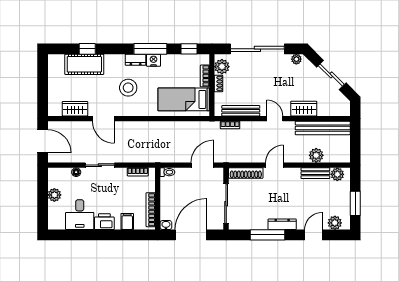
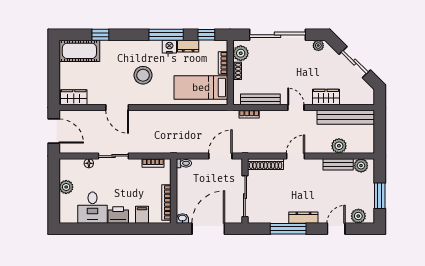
dresser: (136, 60) -> (188, 46), moved
cot: (84, 64) -> (79, 51), moved
wardrobe: (75, 109) -> (74, 97), moved

